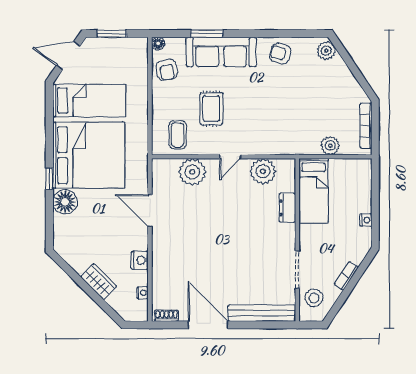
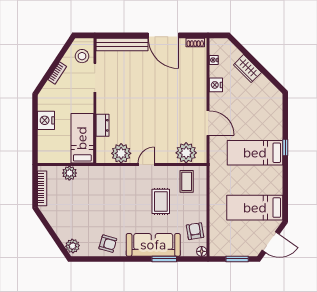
bed: (89, 155) -> (255, 153), width x0.49
plant: (192, 172) -> (186, 153), moved
floor lamp: (65, 202) -> (273, 130), removed
nightstand: (366, 220) -> (46, 120), width x1.89, depth x1.79

